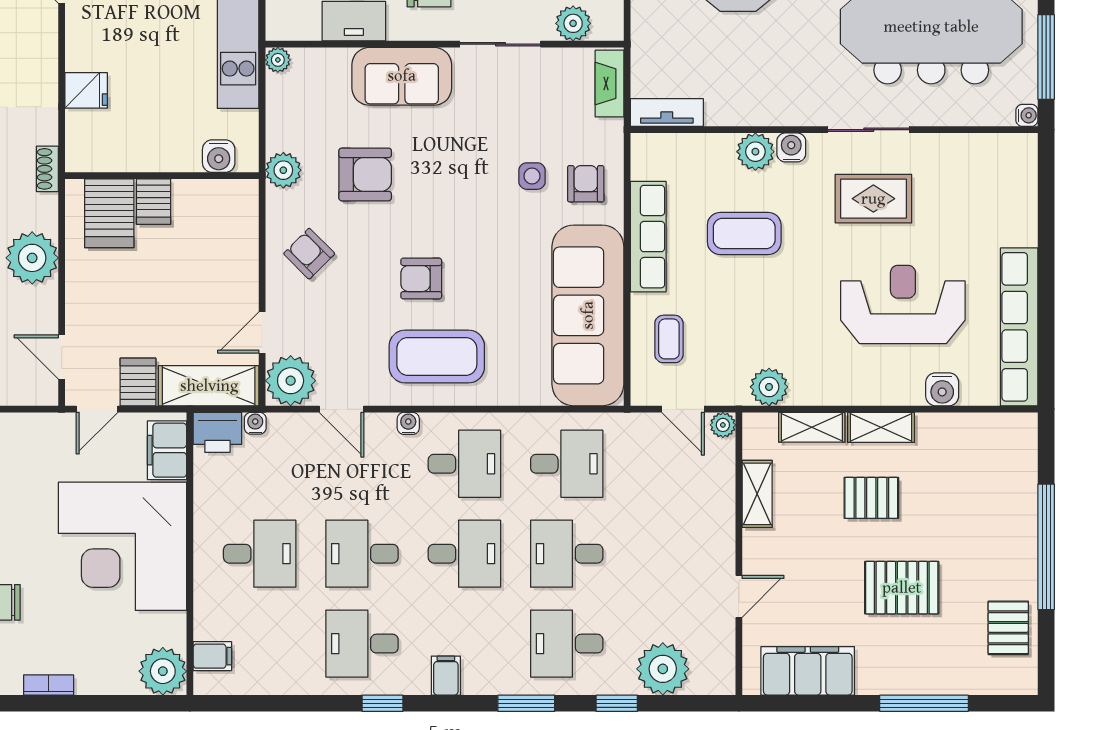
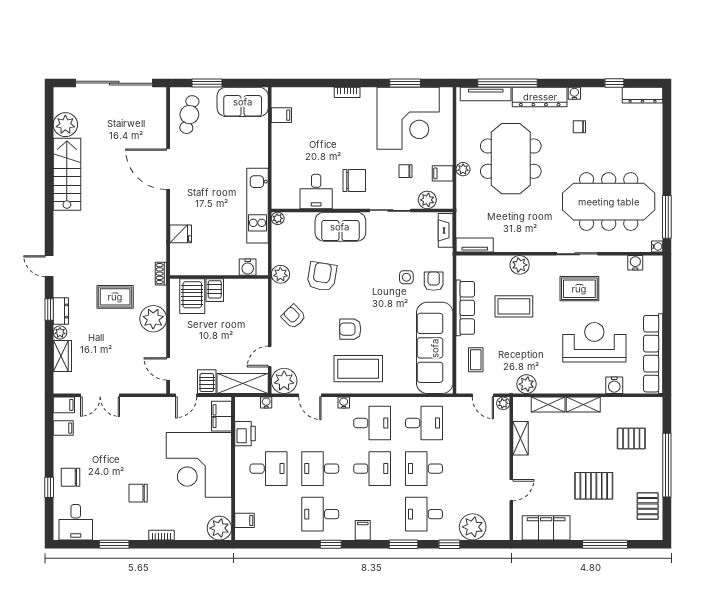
water cooler: (791, 147) -> (635, 263), moved
armchair: (365, 174) -> (322, 276), turned -81
printer: (217, 432) -> (245, 434), moved, turned -90
pallet: (871, 498) -> (631, 438), moved

